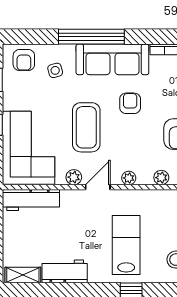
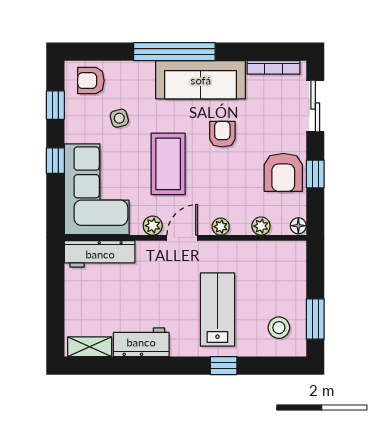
armchair: (24, 60) -> (91, 81), turned 90
side table: (55, 70) -> (119, 118), moved

